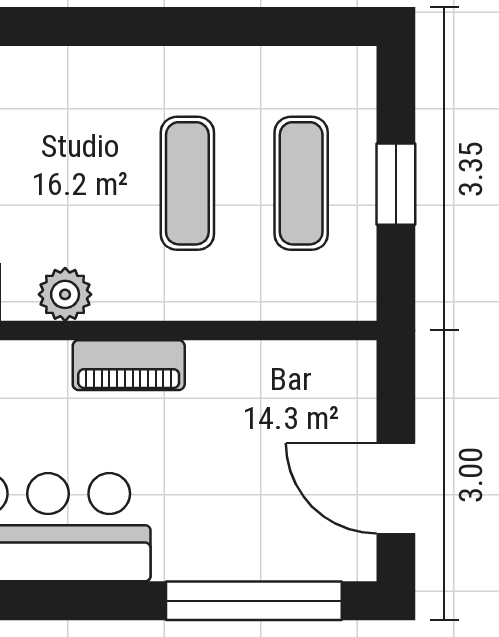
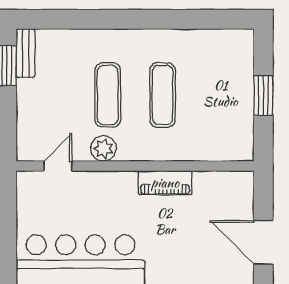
exercise mat: (301, 183) -> (108, 95), moved
piano: (129, 365) -> (165, 183), moved

